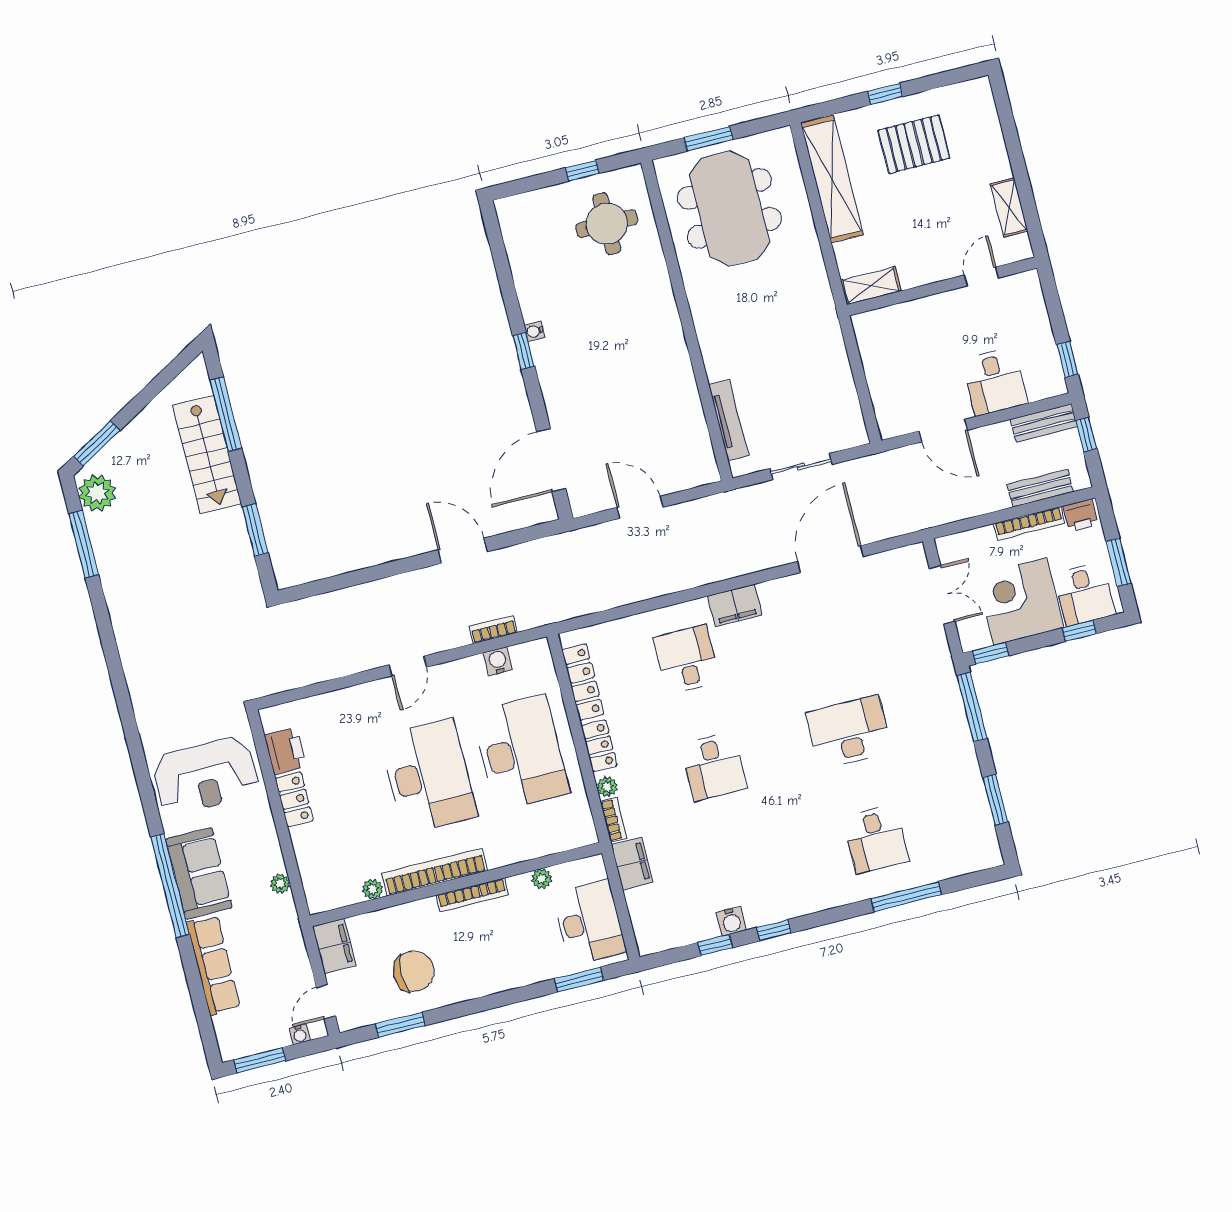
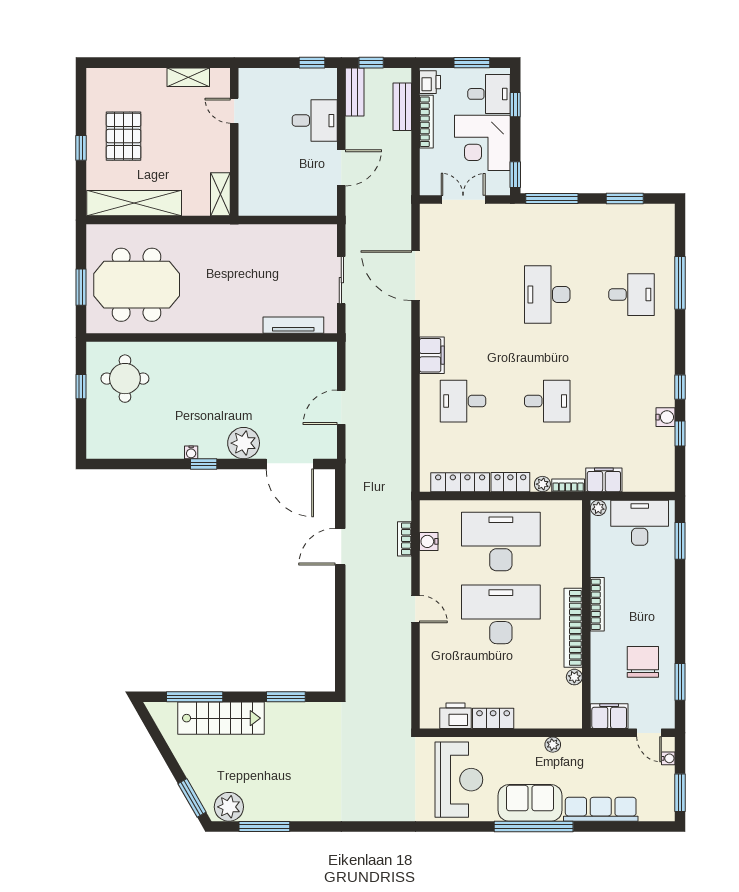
plant: (563, 395) -> (244, 443), added
plant: (542, 879) -> (598, 508), moved

